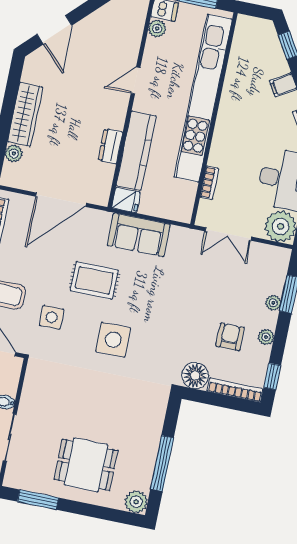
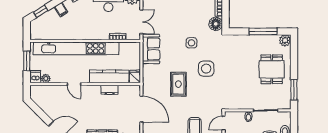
sofa: (139, 235) -> (151, 49), moved
side table: (52, 317) -> (191, 43), moved
armchair: (230, 337) -> (193, 10), removed

